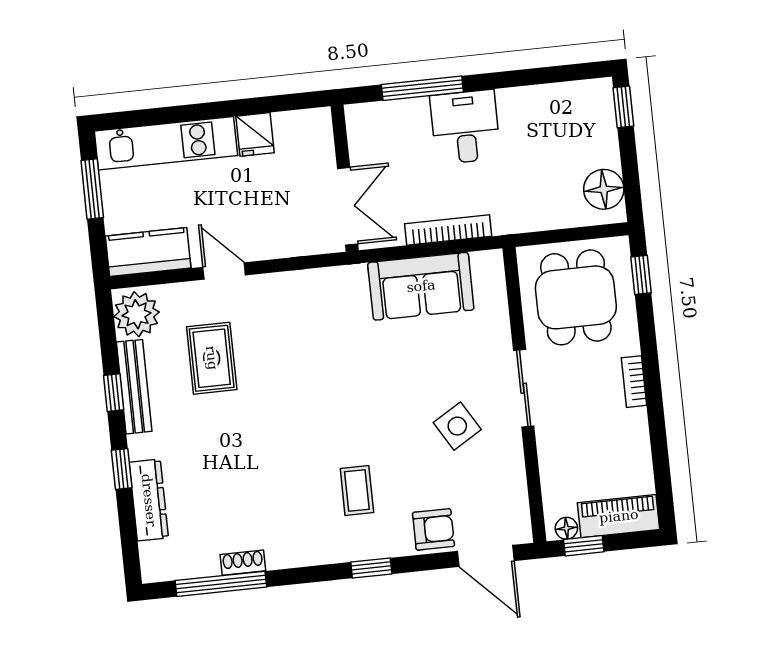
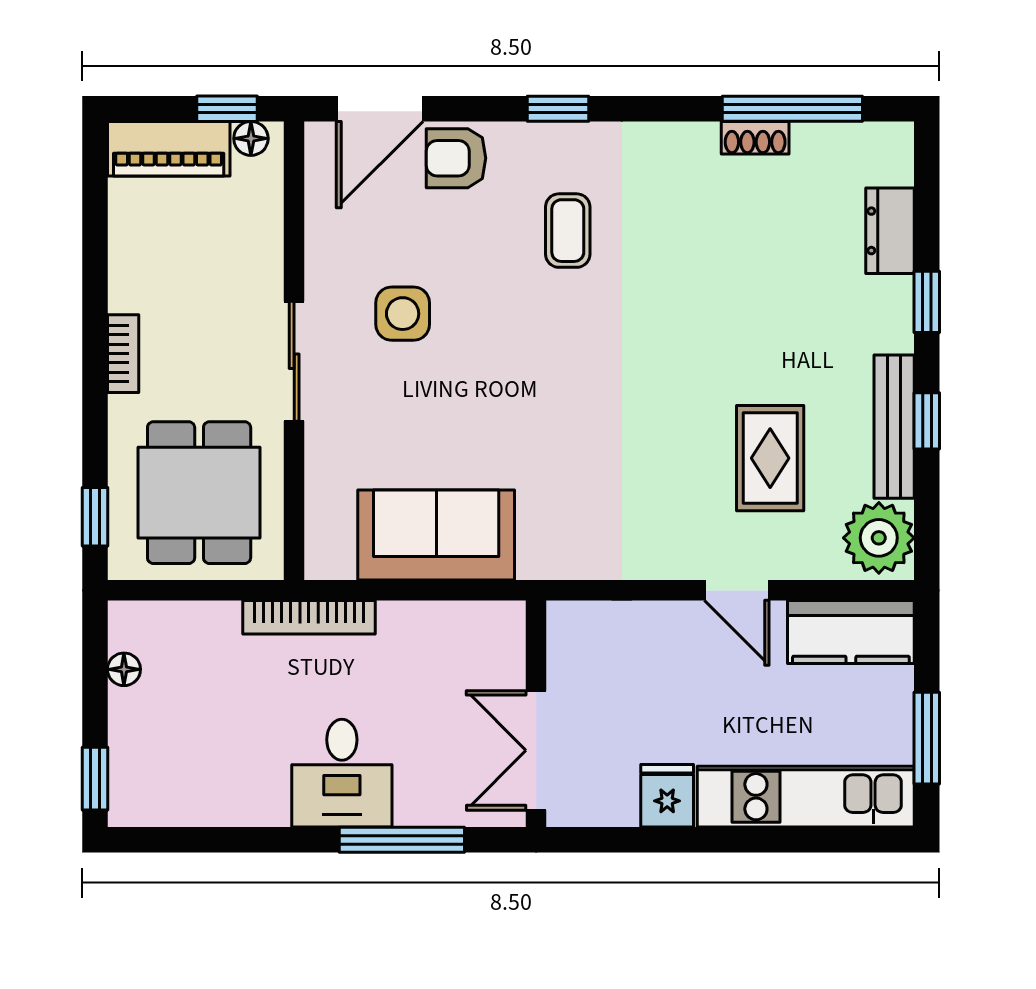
floor lamp: (604, 189) -> (124, 669), width x0.53, depth x0.53
double door: (348, 206) -> (536, 750), moved
bookcase: (448, 230) -> (309, 617), moved
side table: (457, 426) -> (403, 314), turned 31
dresser: (149, 500) -> (890, 231), width x0.70
door: (486, 556) -> (380, 109), swing flipped

